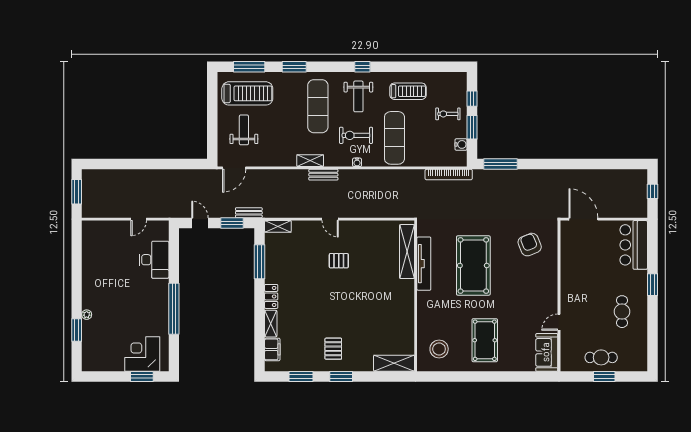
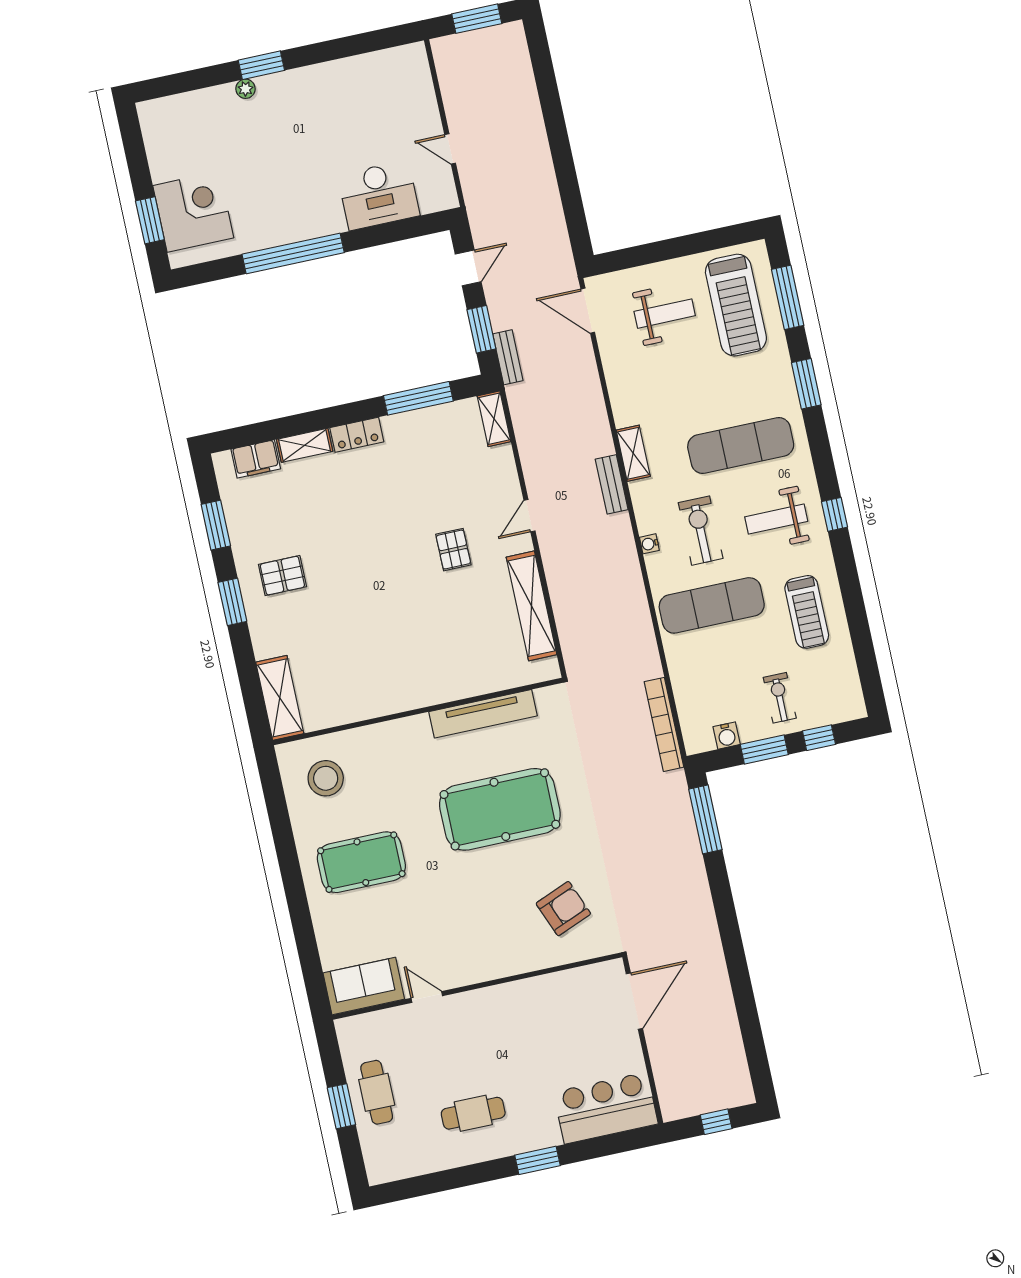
shelving: (407, 252) -> (532, 606), moved, turned 90
window: (77, 330) -> (261, 65), moved

